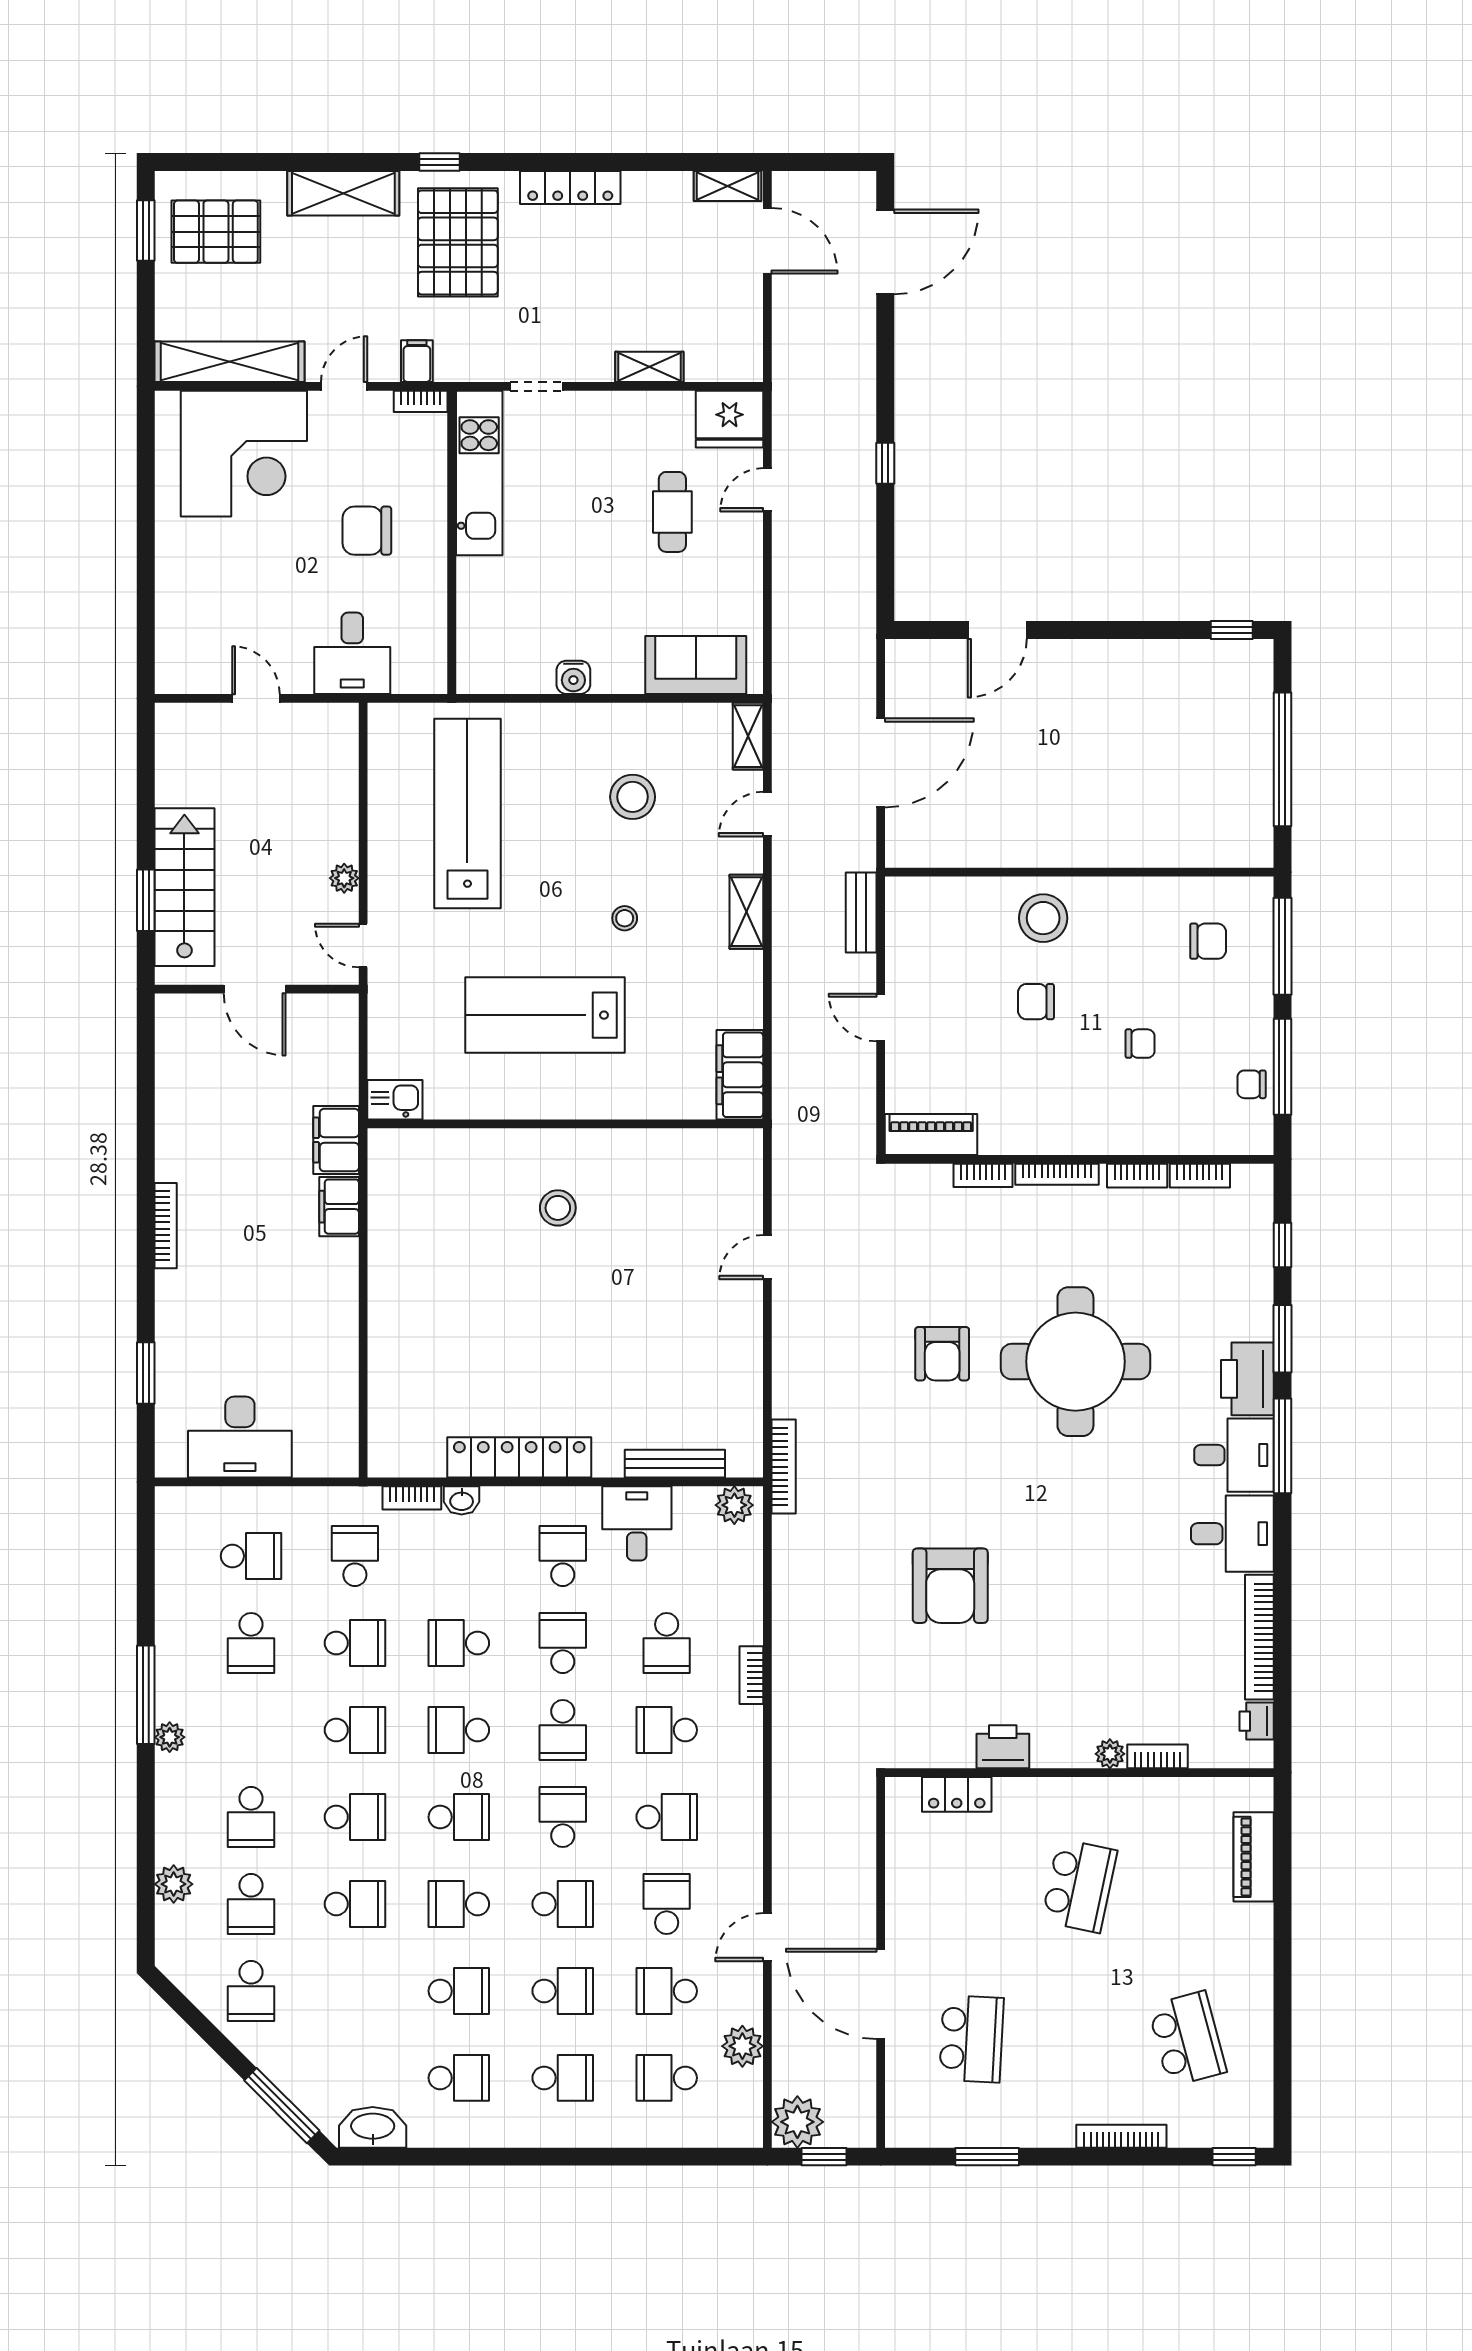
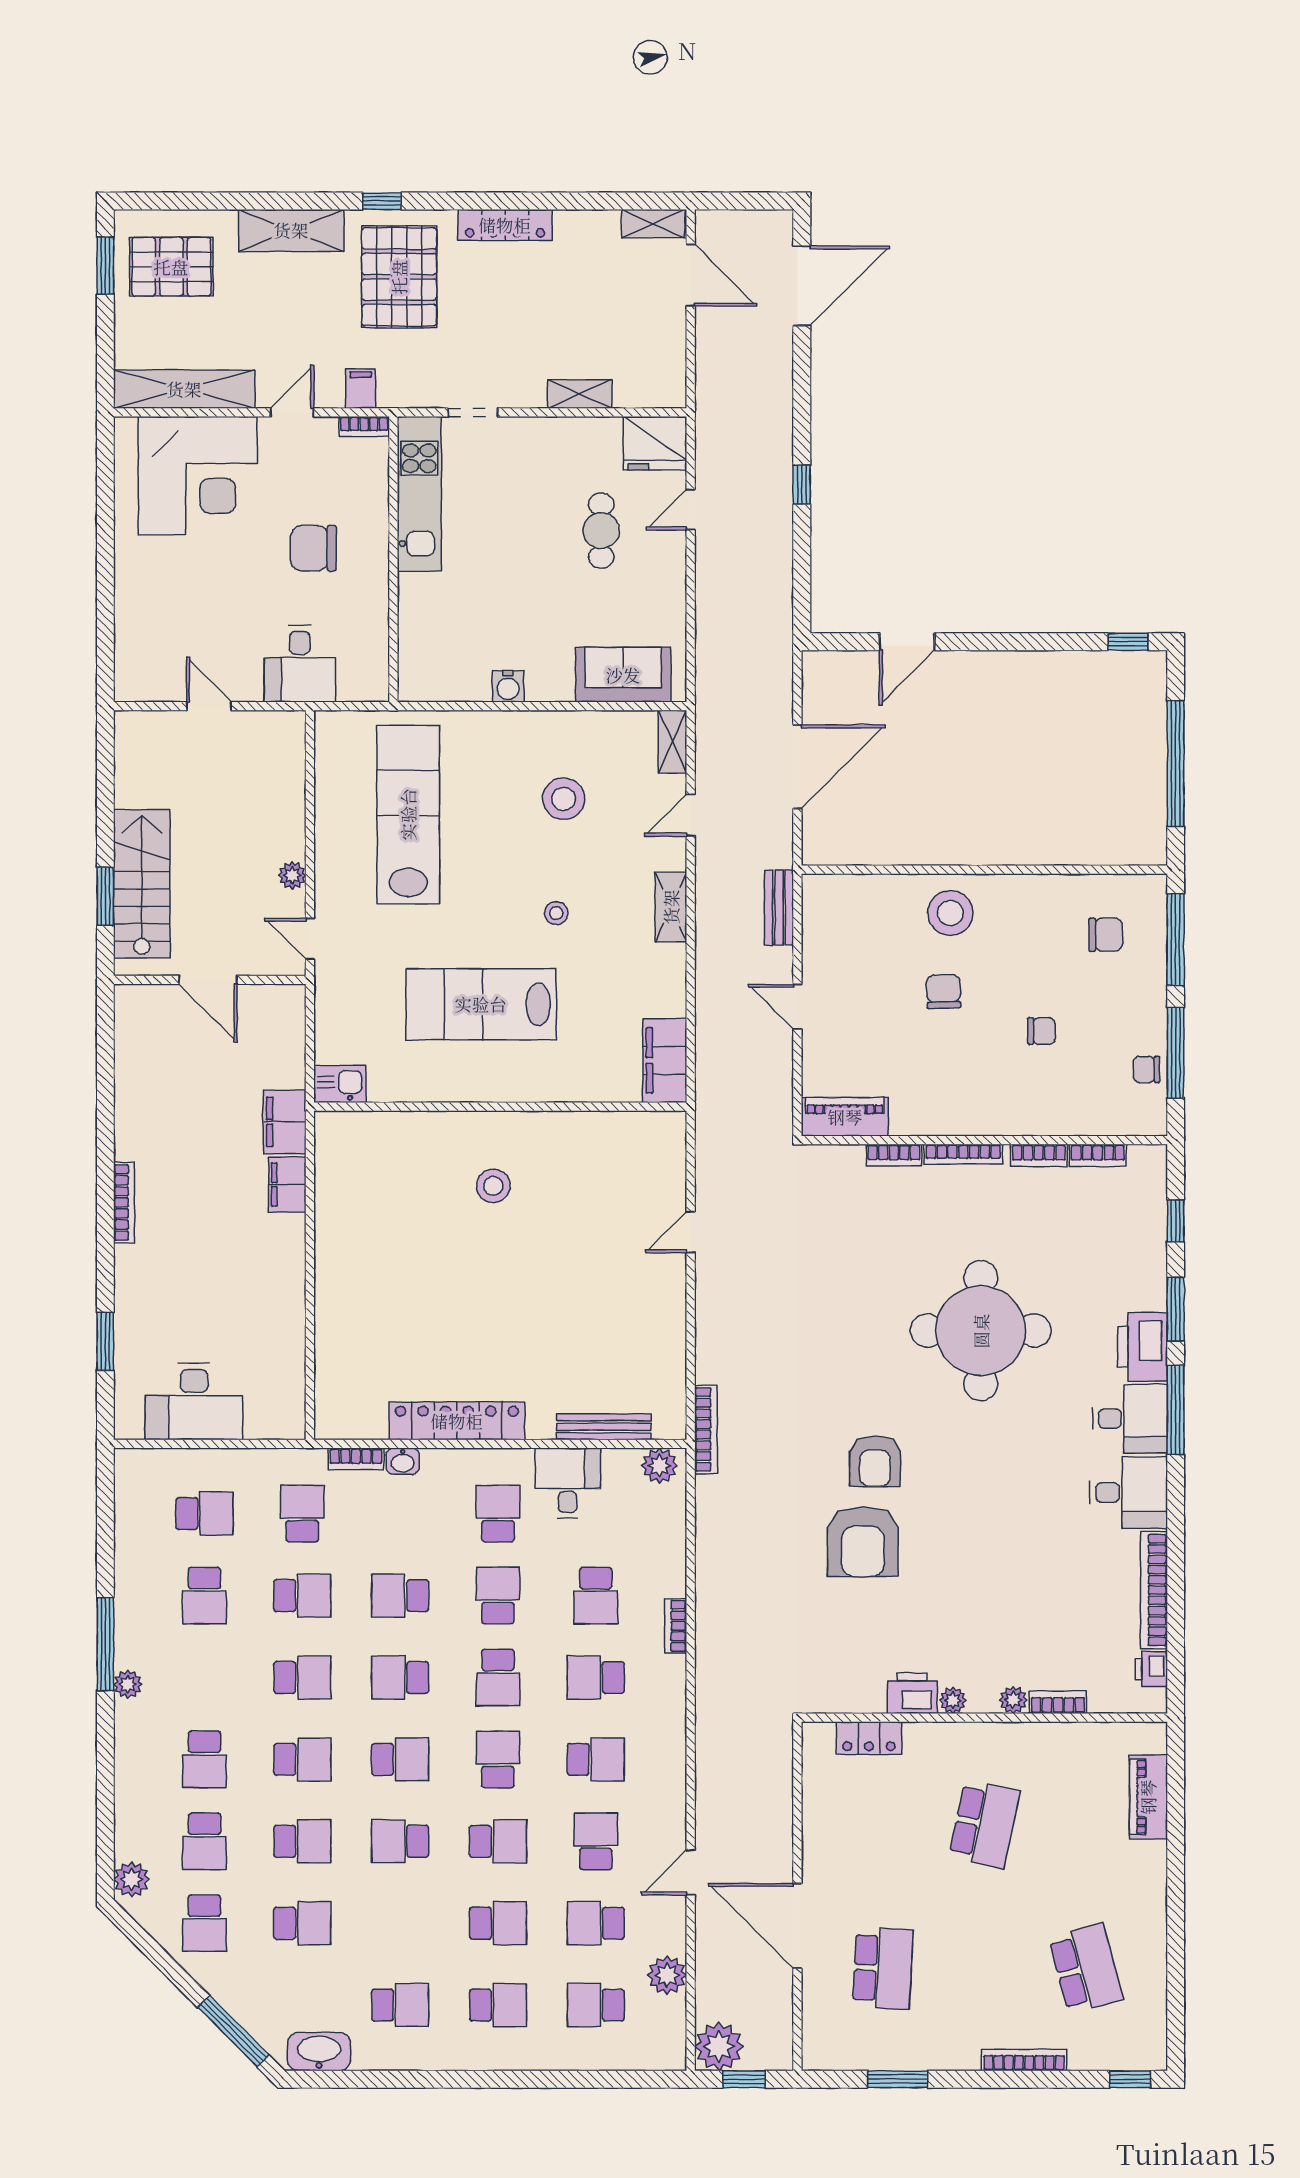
chair: (1036, 1002) -> (944, 992), turned 88
armchair: (942, 1354) -> (875, 1461), moved
plant: (1046, 1754) -> (953, 1700), added
plant: (174, 1884) -> (132, 1879), moved
school desk: (459, 1991) -> (302, 1923), moved

